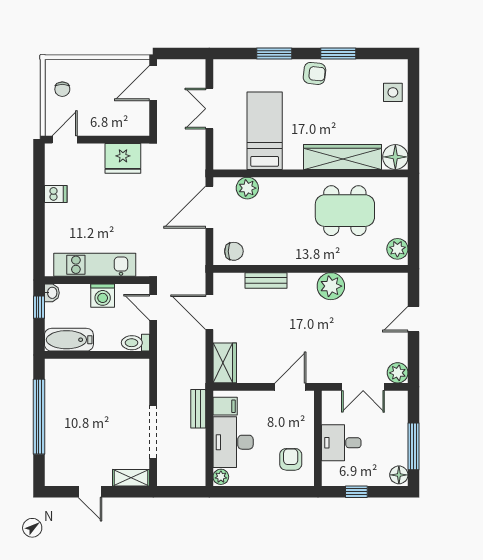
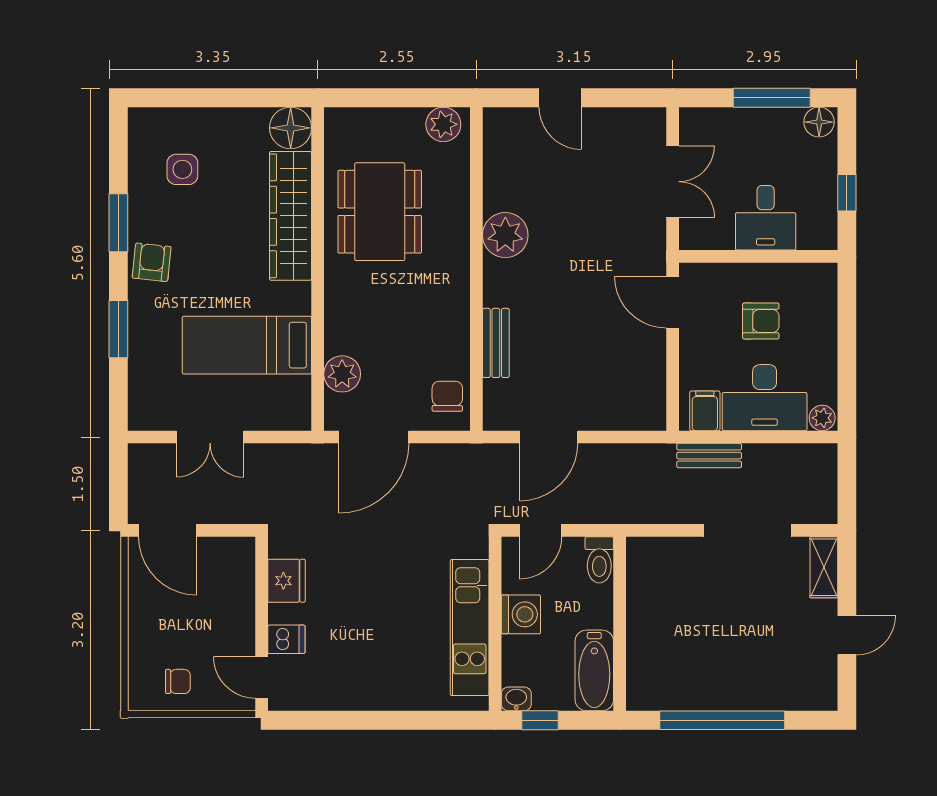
side table: (393, 92) -> (182, 169), moved
fridge: (123, 158) -> (286, 581), width x0.73, depth x0.75
dishwasher: (56, 194) -> (286, 639), moved, turned 90
door: (209, 207) -> (374, 437), hinge flipped
wardrobe: (225, 363) -> (633, 412), removed
plant: (398, 373) -> (649, 124), removed
armchair: (291, 459) -> (761, 321), moved, turned 180

